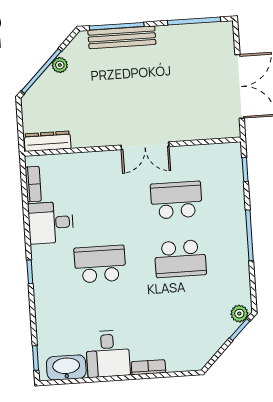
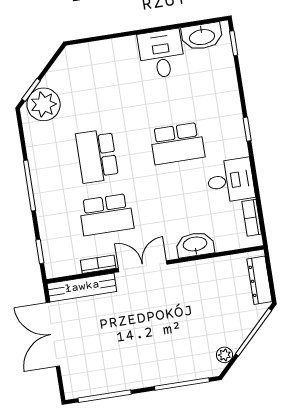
bench: (122, 37) -> (82, 287), moved
plant: (60, 65) -> (225, 355), moved
dresser: (48, 141) -> (259, 280), moved, turned 90
washbasin: (91, 163) -> (195, 245), added
school desk: (180, 259) -> (97, 156), turned -90
plant: (239, 314) -> (44, 104), width x1.88, depth x1.88
bookcase: (148, 367) -> (98, 264), moved, turned 180

